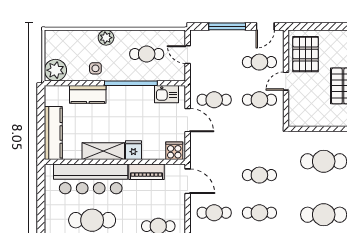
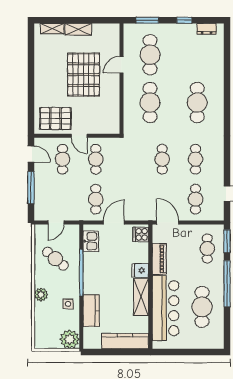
cafe table: (147, 54) -> (55, 259), turned -50
door: (188, 181) -> (168, 223), hinge flipped

